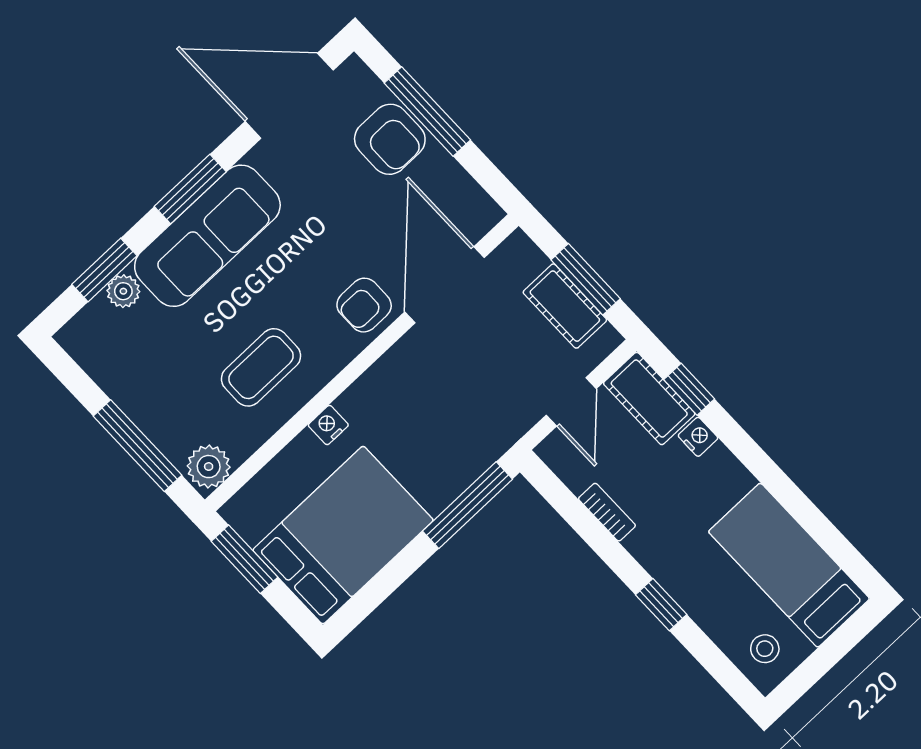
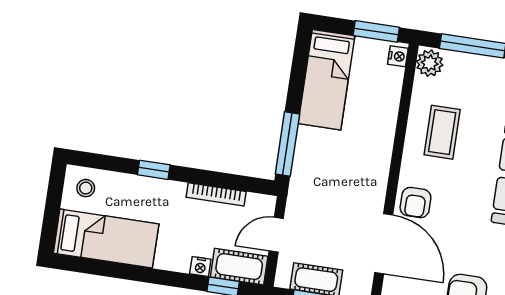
armchair: (364, 305) -> (415, 203), turned 180
door: (571, 402) -> (276, 235), hinge flipped
nightstand: (328, 425) -> (398, 56), moved
bookcase: (607, 512) -> (216, 194), width x1.56
bed: (343, 535) -> (326, 80), width x0.67

